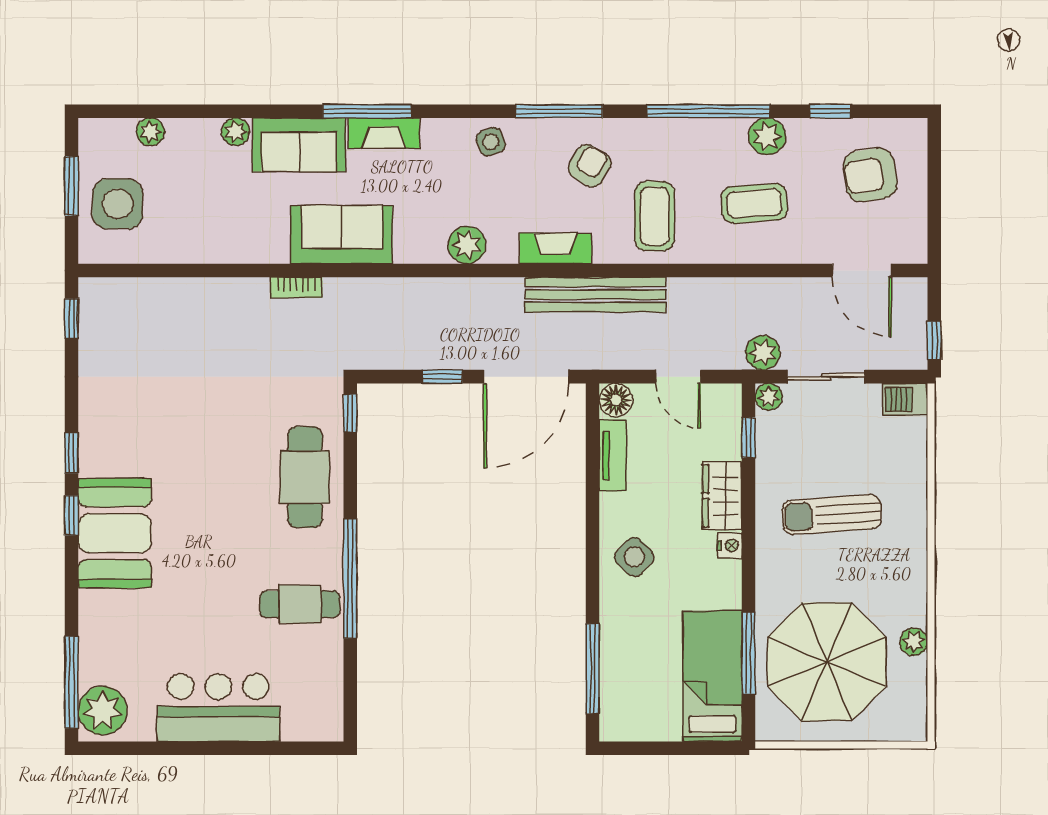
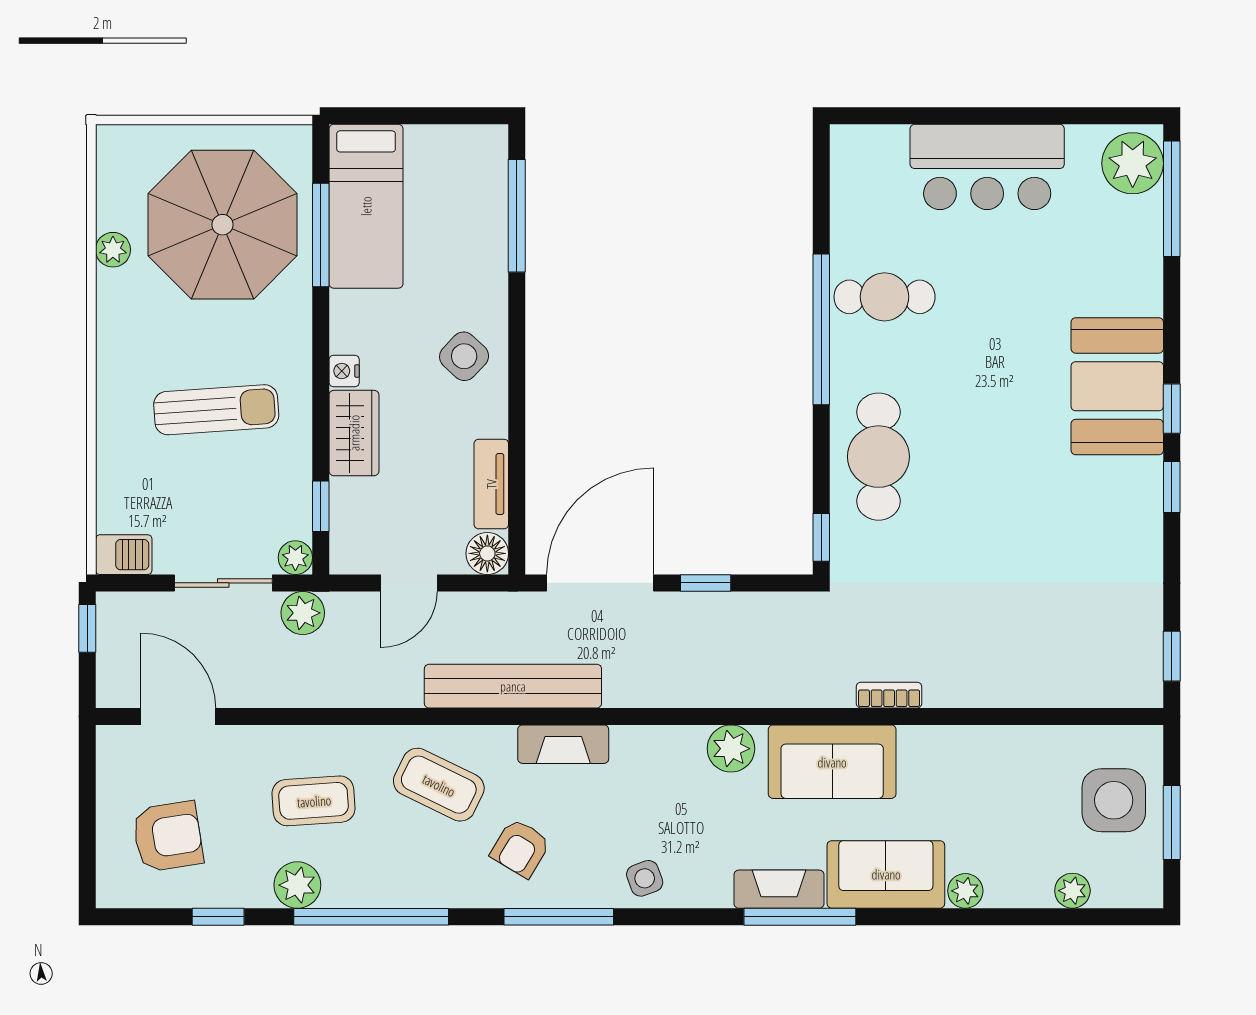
coffee table: (655, 216) -> (439, 785), turned -64
plant: (467, 245) -> (731, 749), moved
door: (678, 377) -> (409, 583), swing flipped

